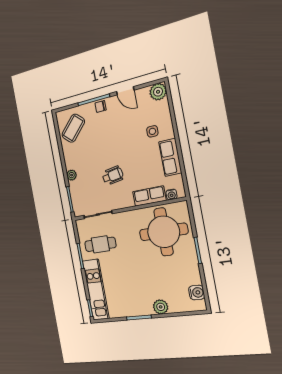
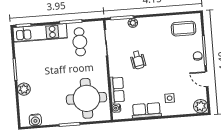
door: (125, 91) -> (207, 79), hinge flipped
coffee table: (73, 128) -> (184, 29), turned -43
plant: (72, 175) -> (133, 23), moved

